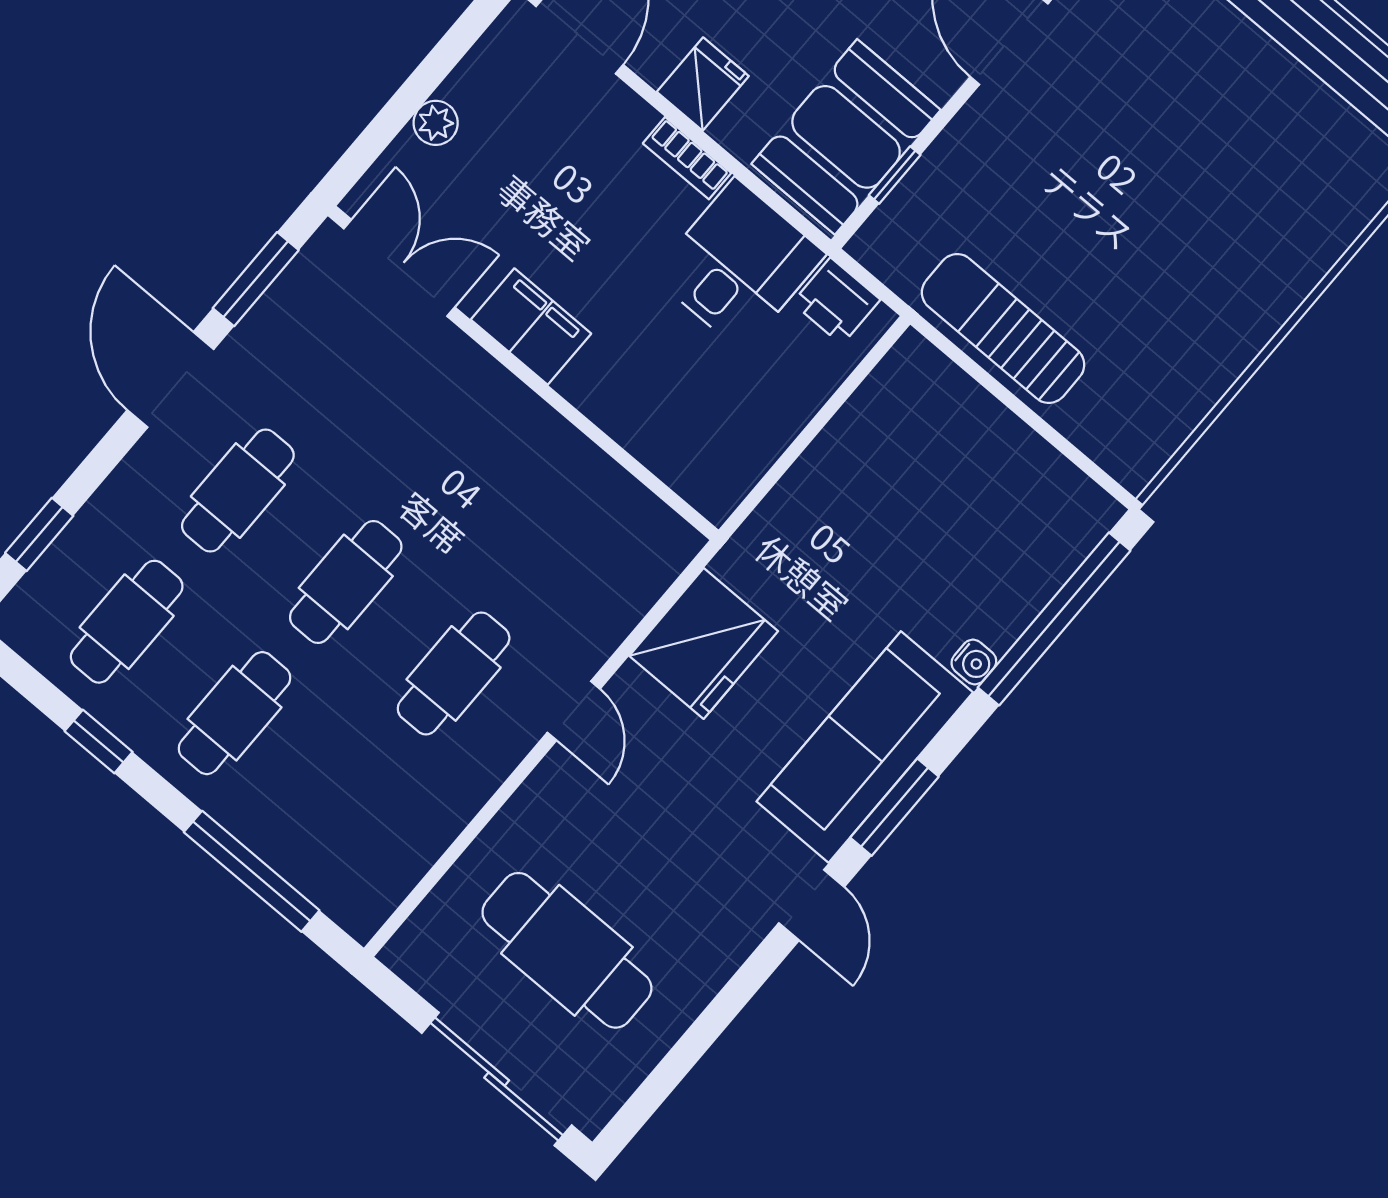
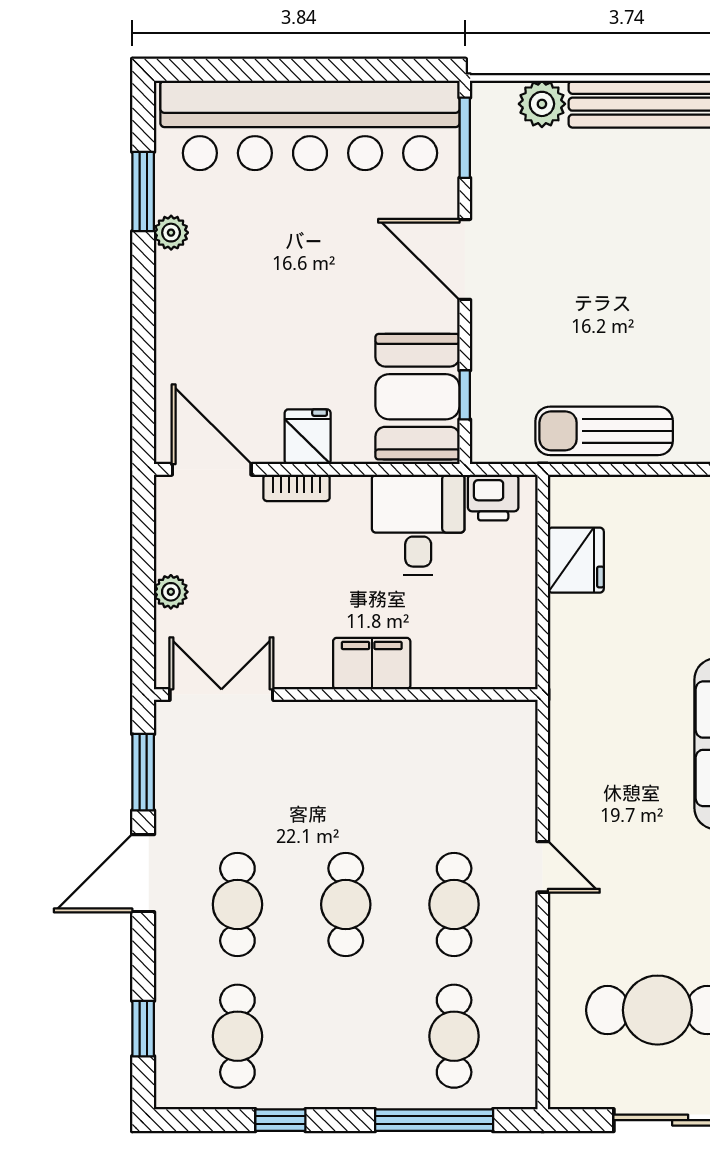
bookcase: (687, 158) -> (297, 488), moved
filing cabinet: (531, 327) -> (372, 664), moved
door: (170, 380) -> (143, 873), hinge flipped
fridge: (704, 644) -> (576, 560), moved, width x0.73, depth x0.75
cafe table: (235, 713) -> (454, 1036), moved

